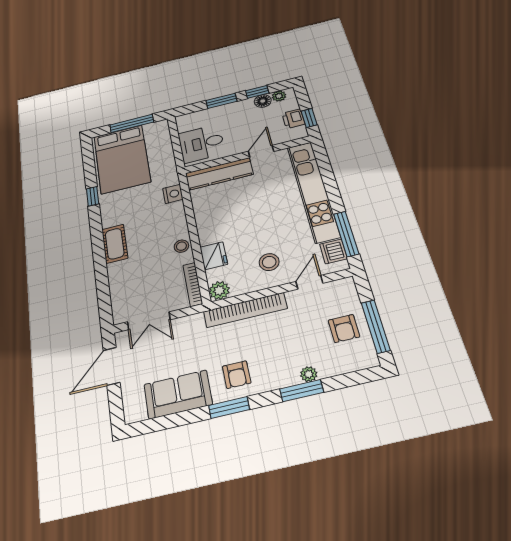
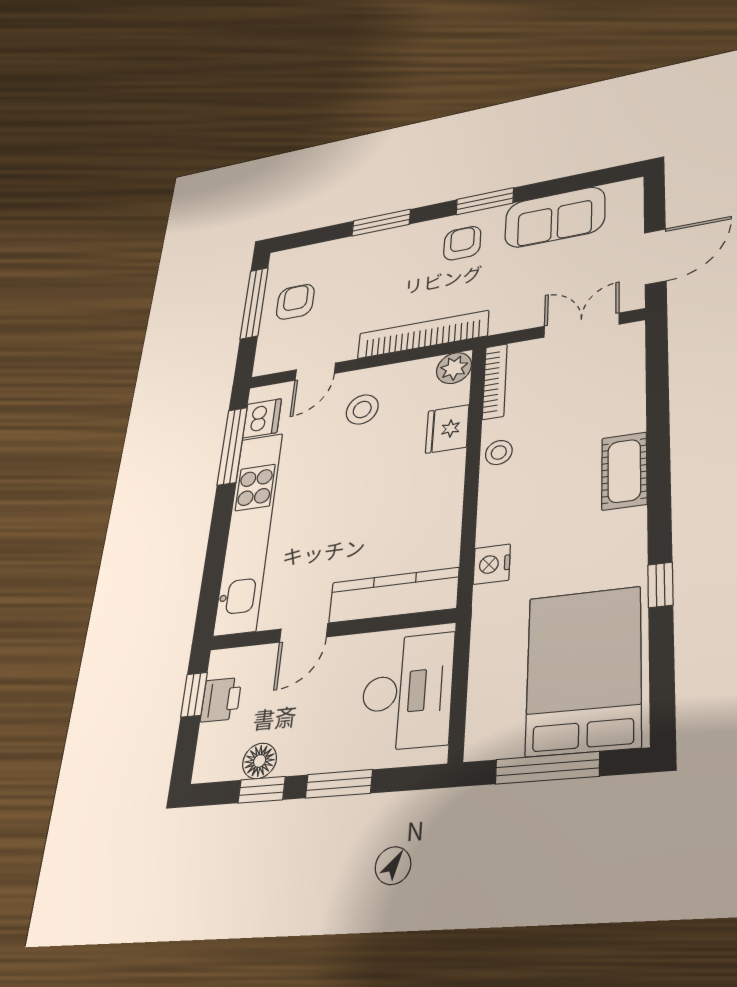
plant: (279, 96) -> (225, 766), removed
desk: (202, 143) -> (407, 691), width x1.37
plant: (309, 374) -> (364, 243), removed

